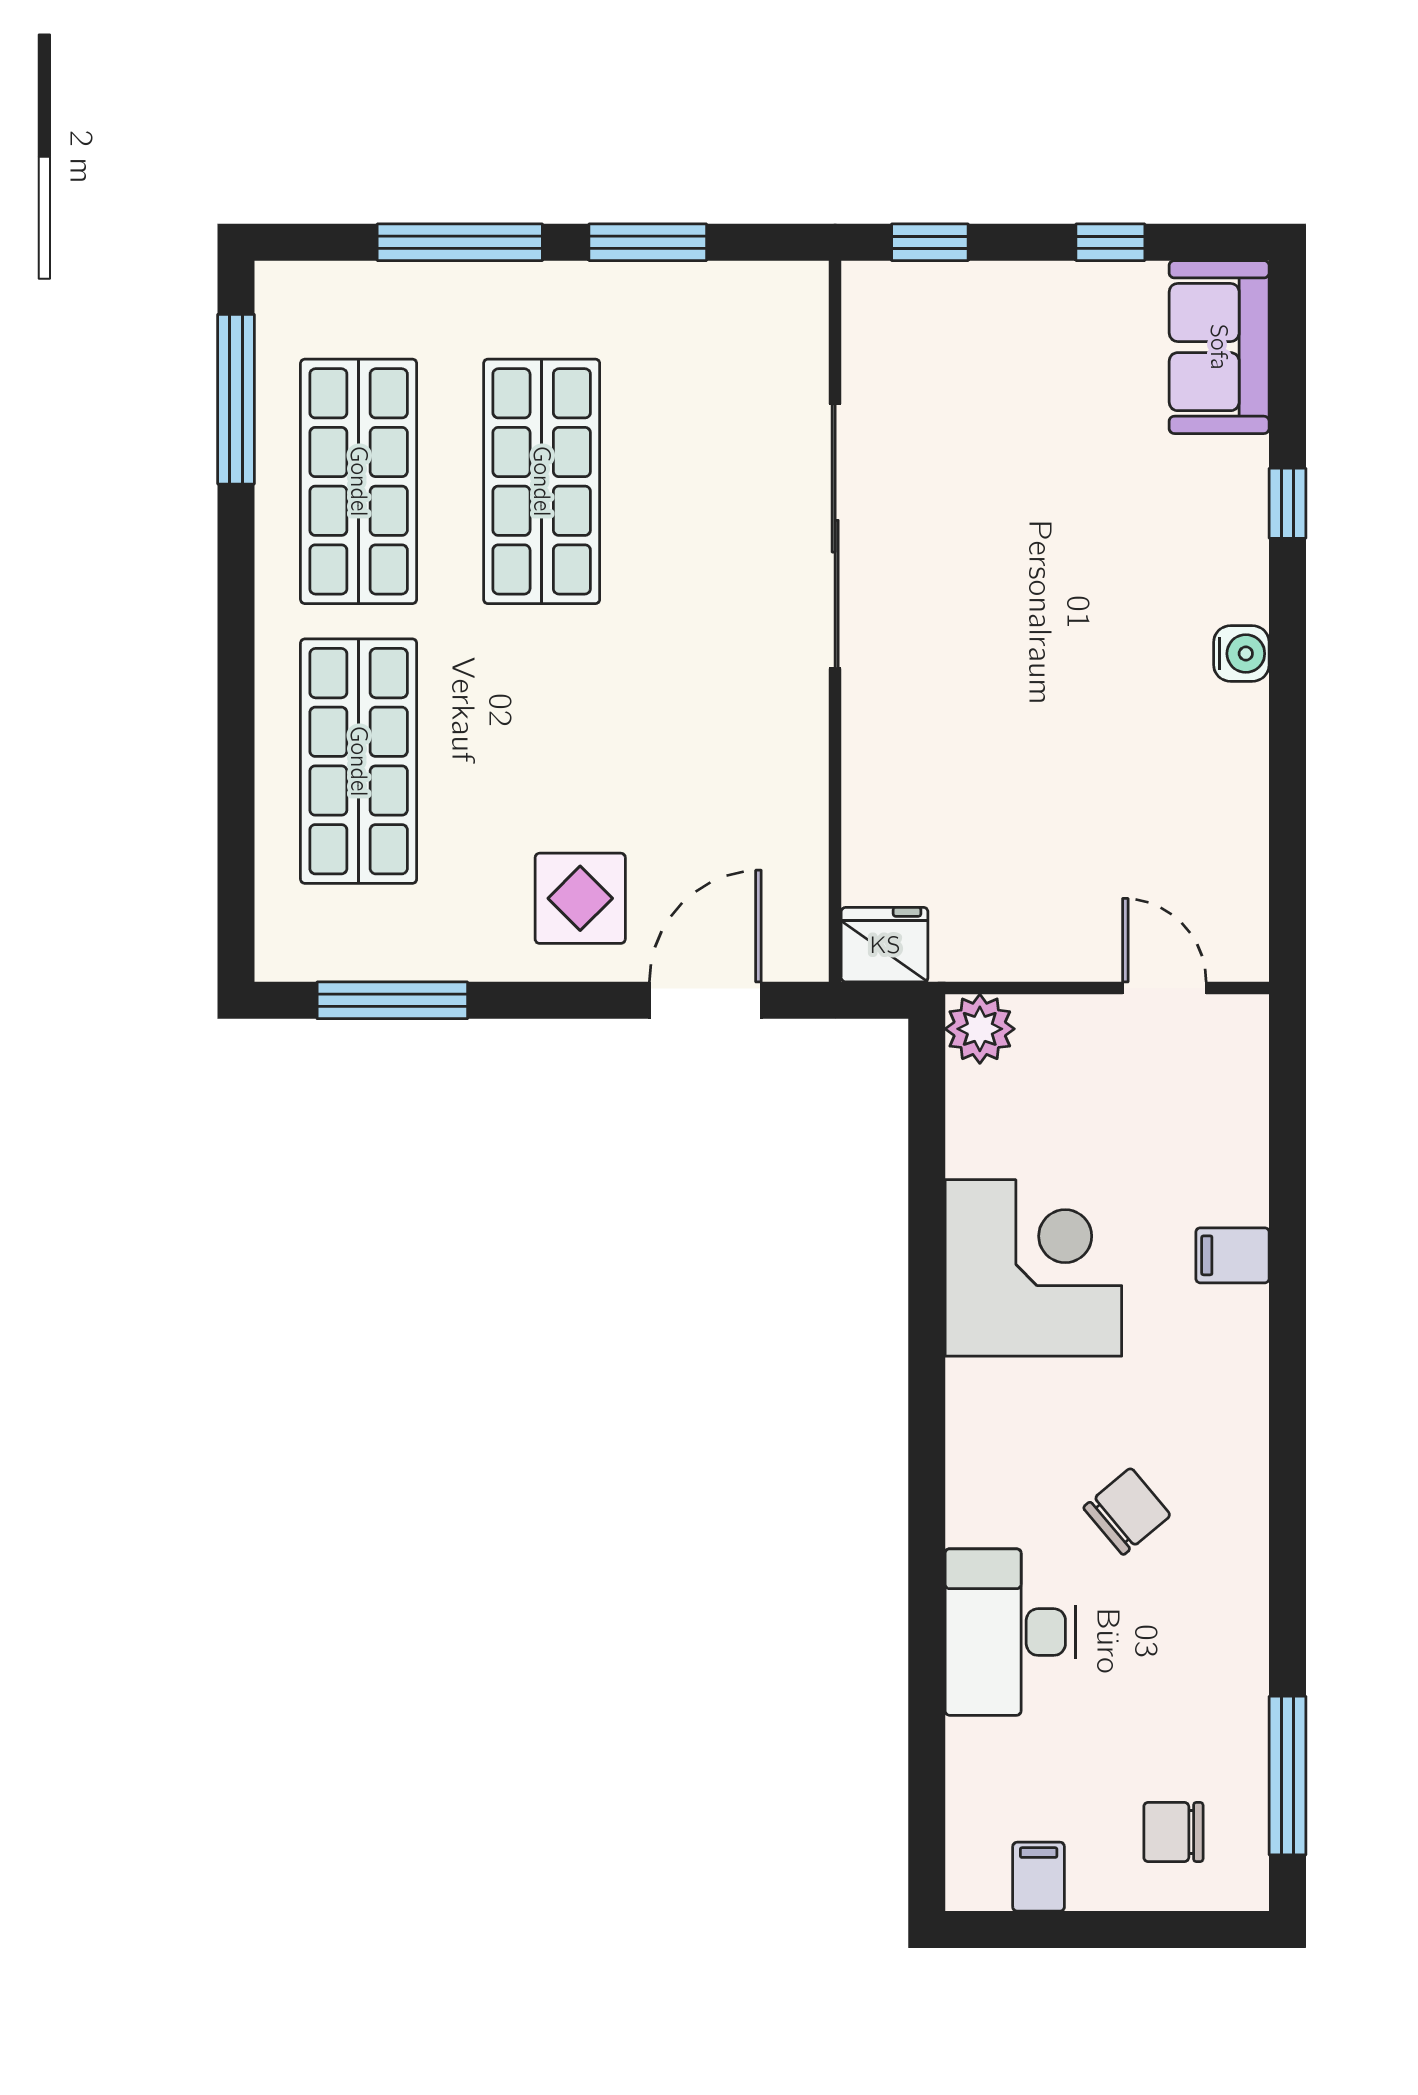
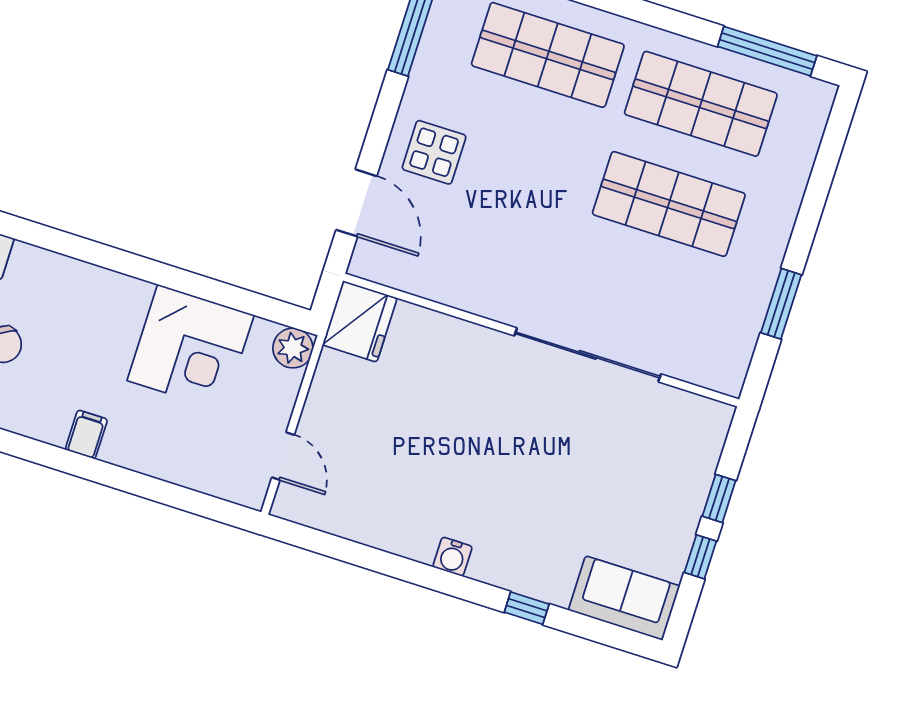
window: (460, 242) -> (814, 201), removed
window: (930, 242) -> (719, 498), moved
fridge: (885, 945) -> (360, 321), width x1.36, depth x1.34
door: (1164, 988) -> (283, 456), hinge flipped
filing cabinet: (1233, 1255) -> (86, 434), moved
corner desk: (1033, 1268) -> (191, 348), moved

